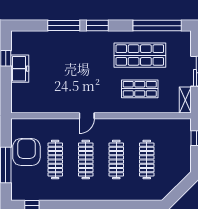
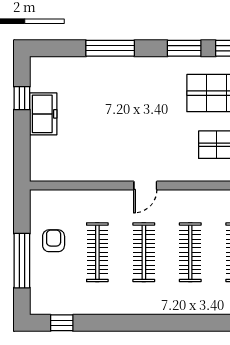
window: (97, 26) -> (184, 48), moved
armchair: (26, 152) -> (54, 241), width x0.53, depth x0.53

